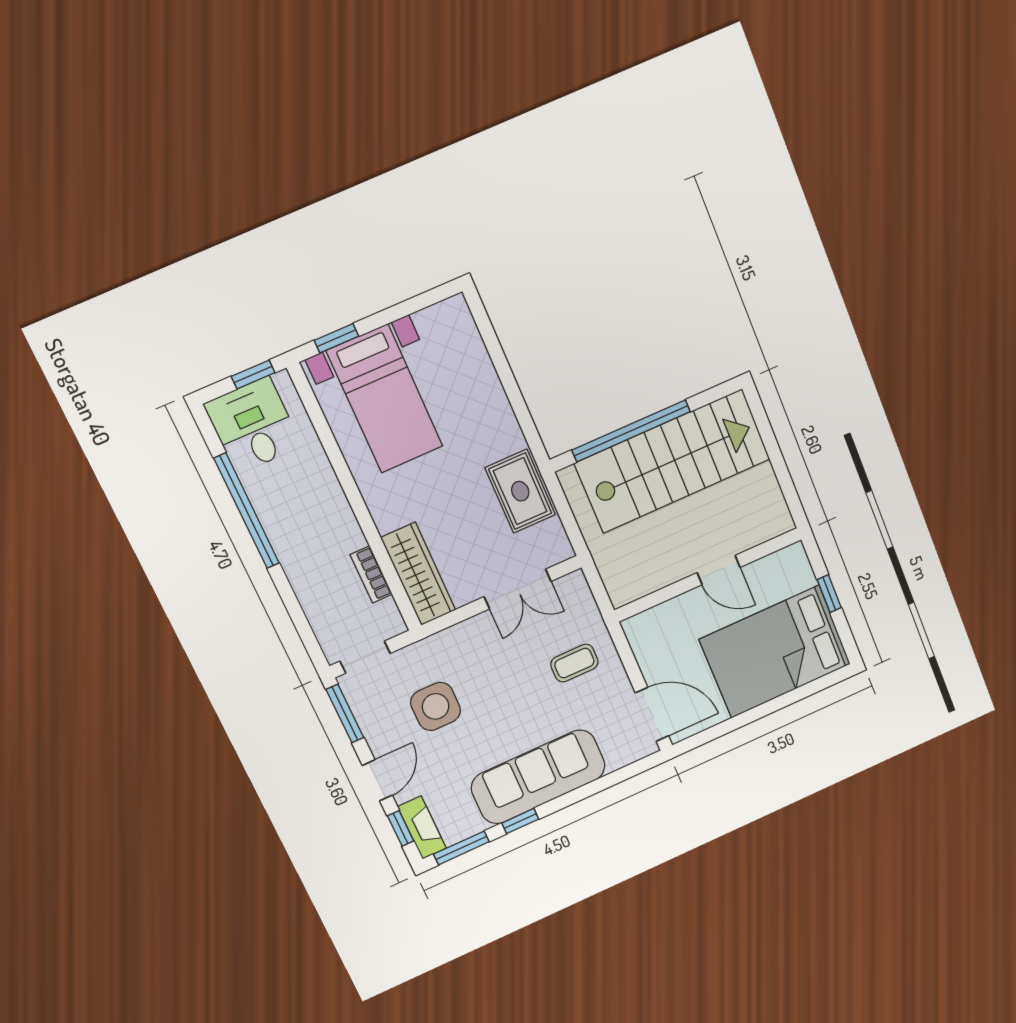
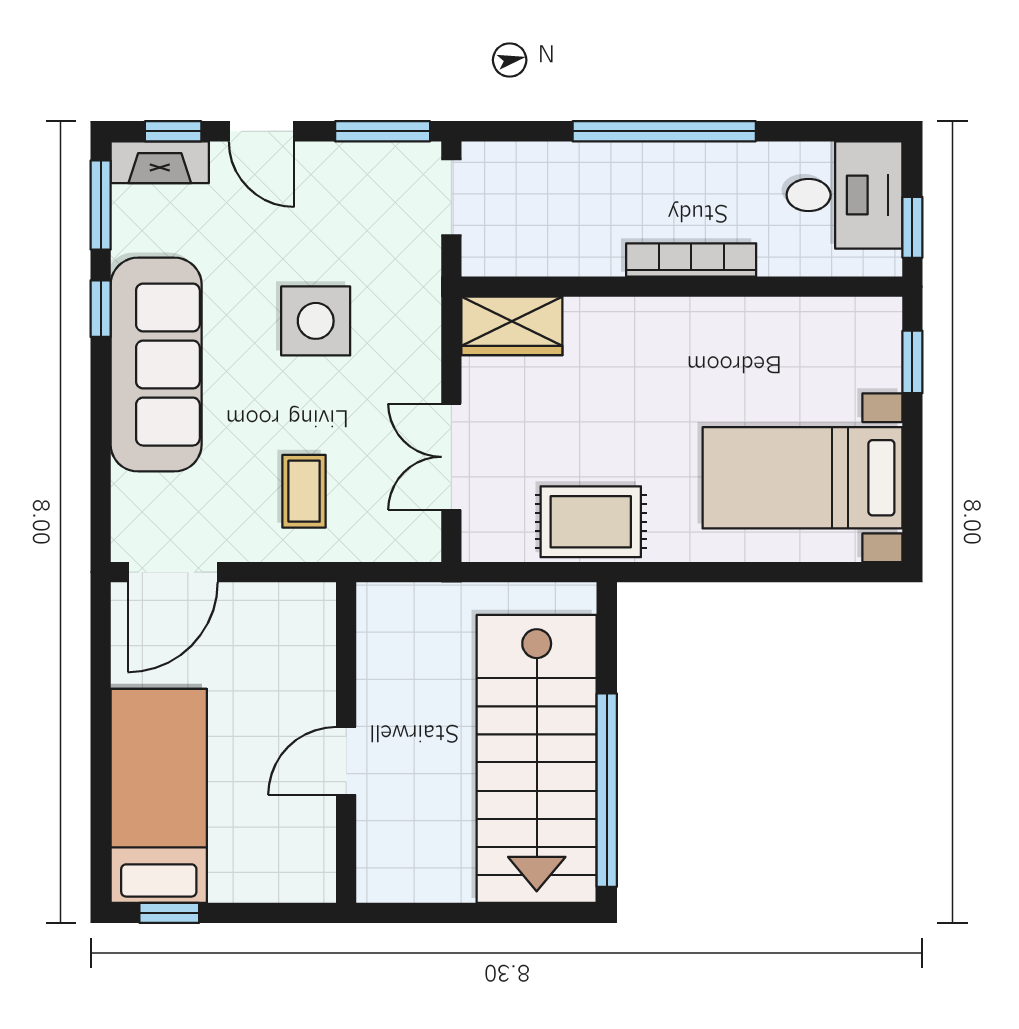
bed with nightstands: (385, 399) -> (802, 478), moved
window: (631, 431) -> (607, 790), moved
window: (247, 511) -> (664, 131), moved
wardrobe: (418, 574) -> (512, 326), width x0.67
bookcase: (371, 575) -> (691, 260), moved, width x1.56
window: (829, 594) -> (169, 913), moved
bed: (775, 652) -> (159, 796), width x0.67
side table: (436, 706) -> (316, 321), moved

